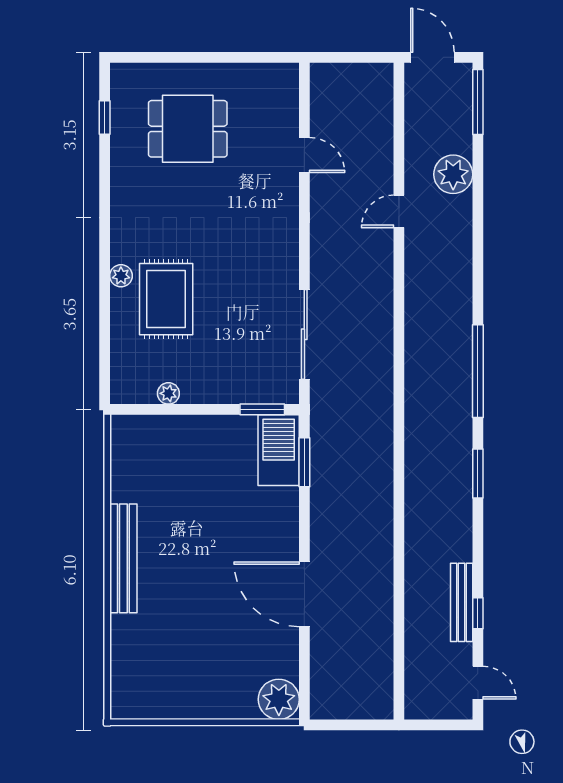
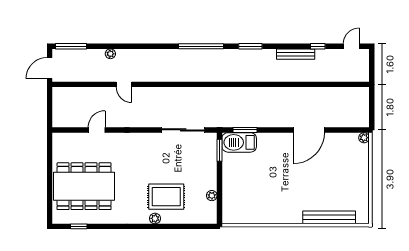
dining table: (188, 129) -> (84, 186), width x1.88, depth x1.24
plant: (453, 174) -> (110, 54), width x0.53, depth x0.53
bench: (123, 558) -> (329, 217), moved
bench: (462, 602) -> (296, 54), moved
plant: (279, 699) -> (364, 138), width x0.53, depth x0.53

